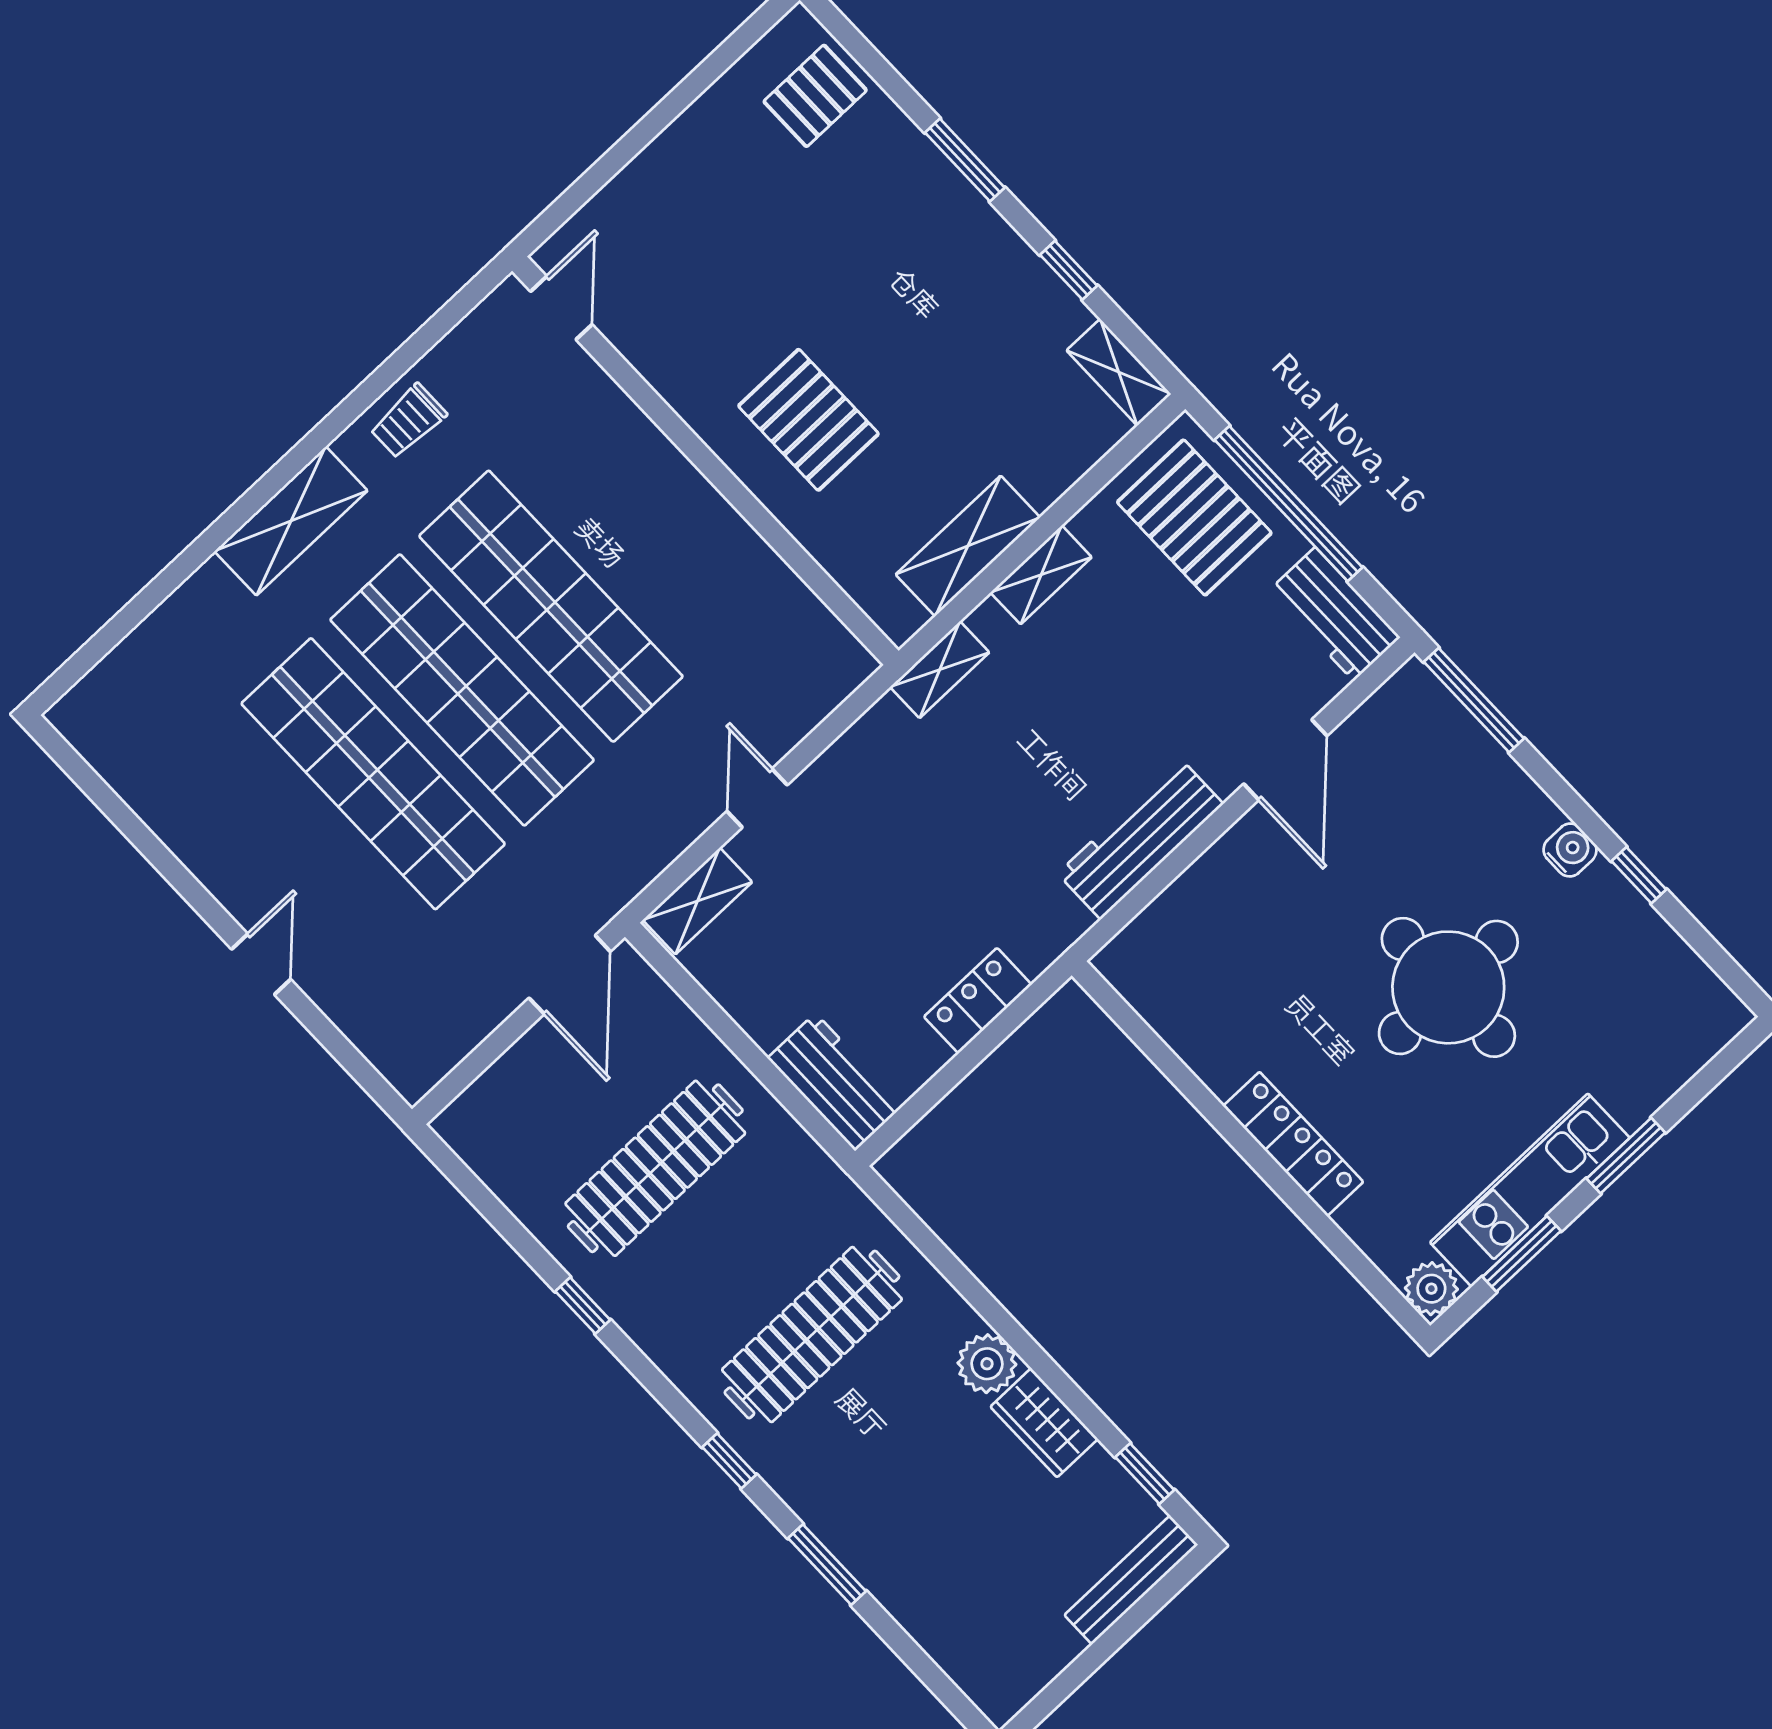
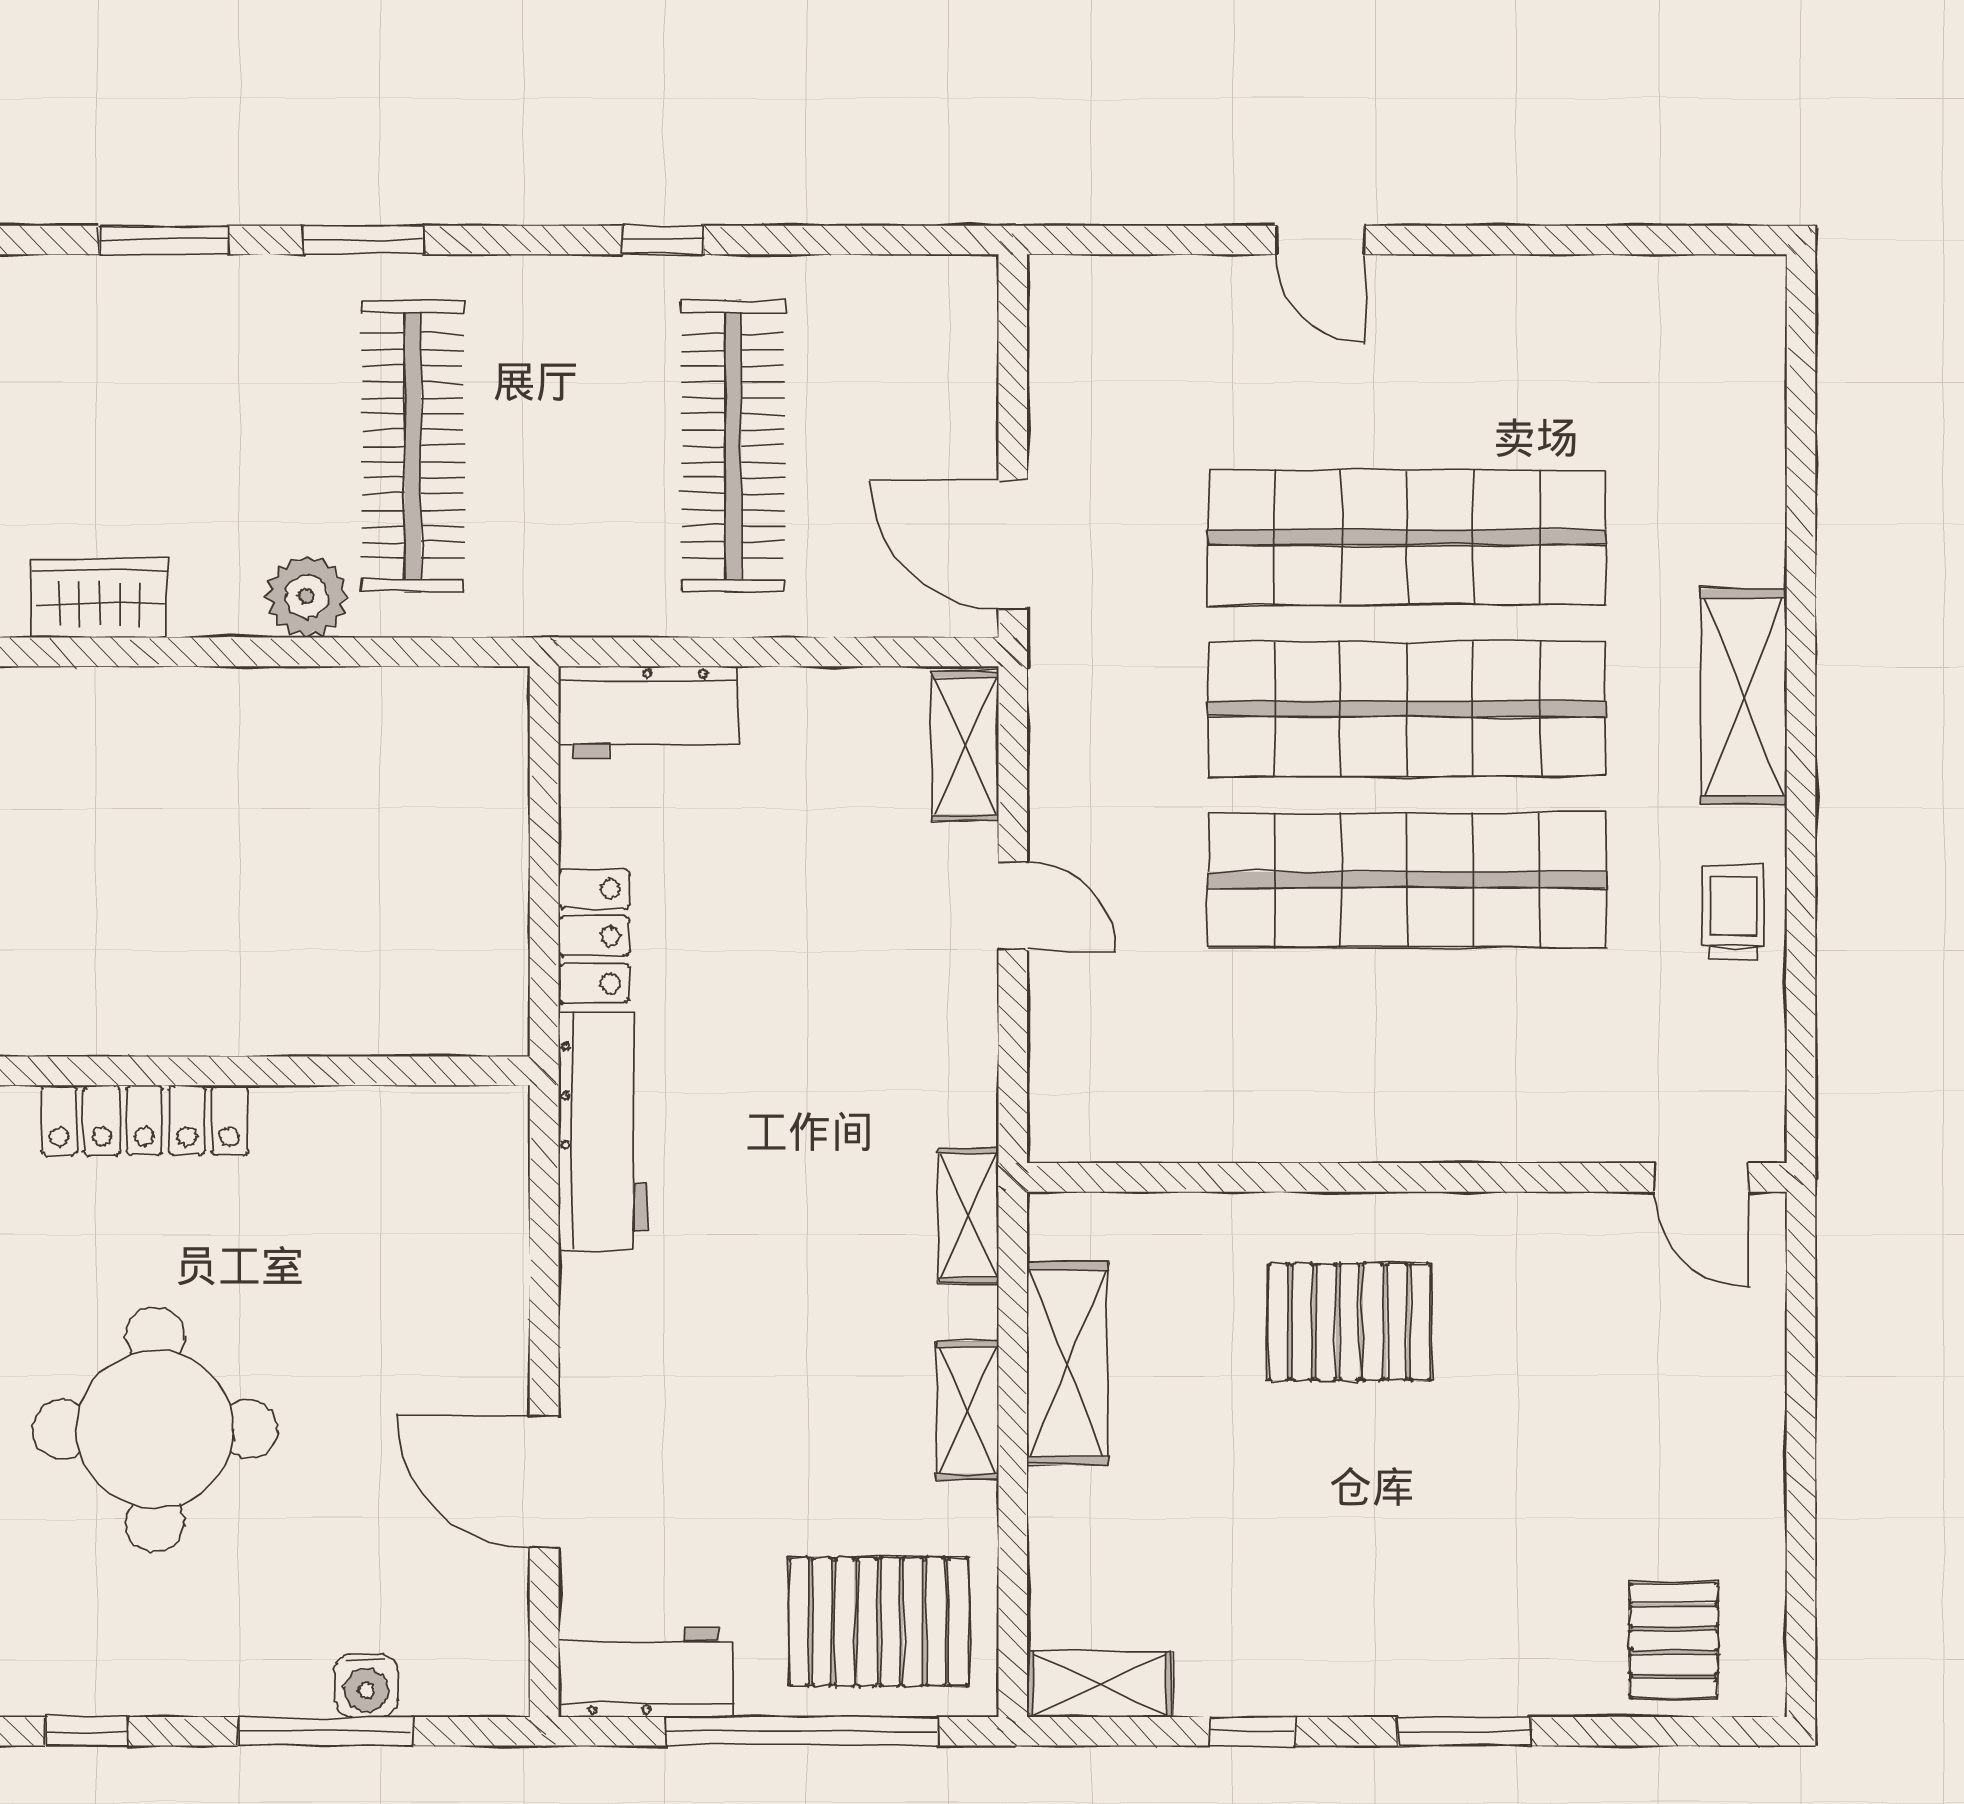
window: (1474, 700) -> (326, 1731), moved
workbench: (1140, 839) -> (603, 1131), moved
water cooler: (1570, 850) -> (366, 1685), moved
plant: (987, 1364) -> (307, 596), moved
window: (729, 1461) -> (363, 240), width x1.50

